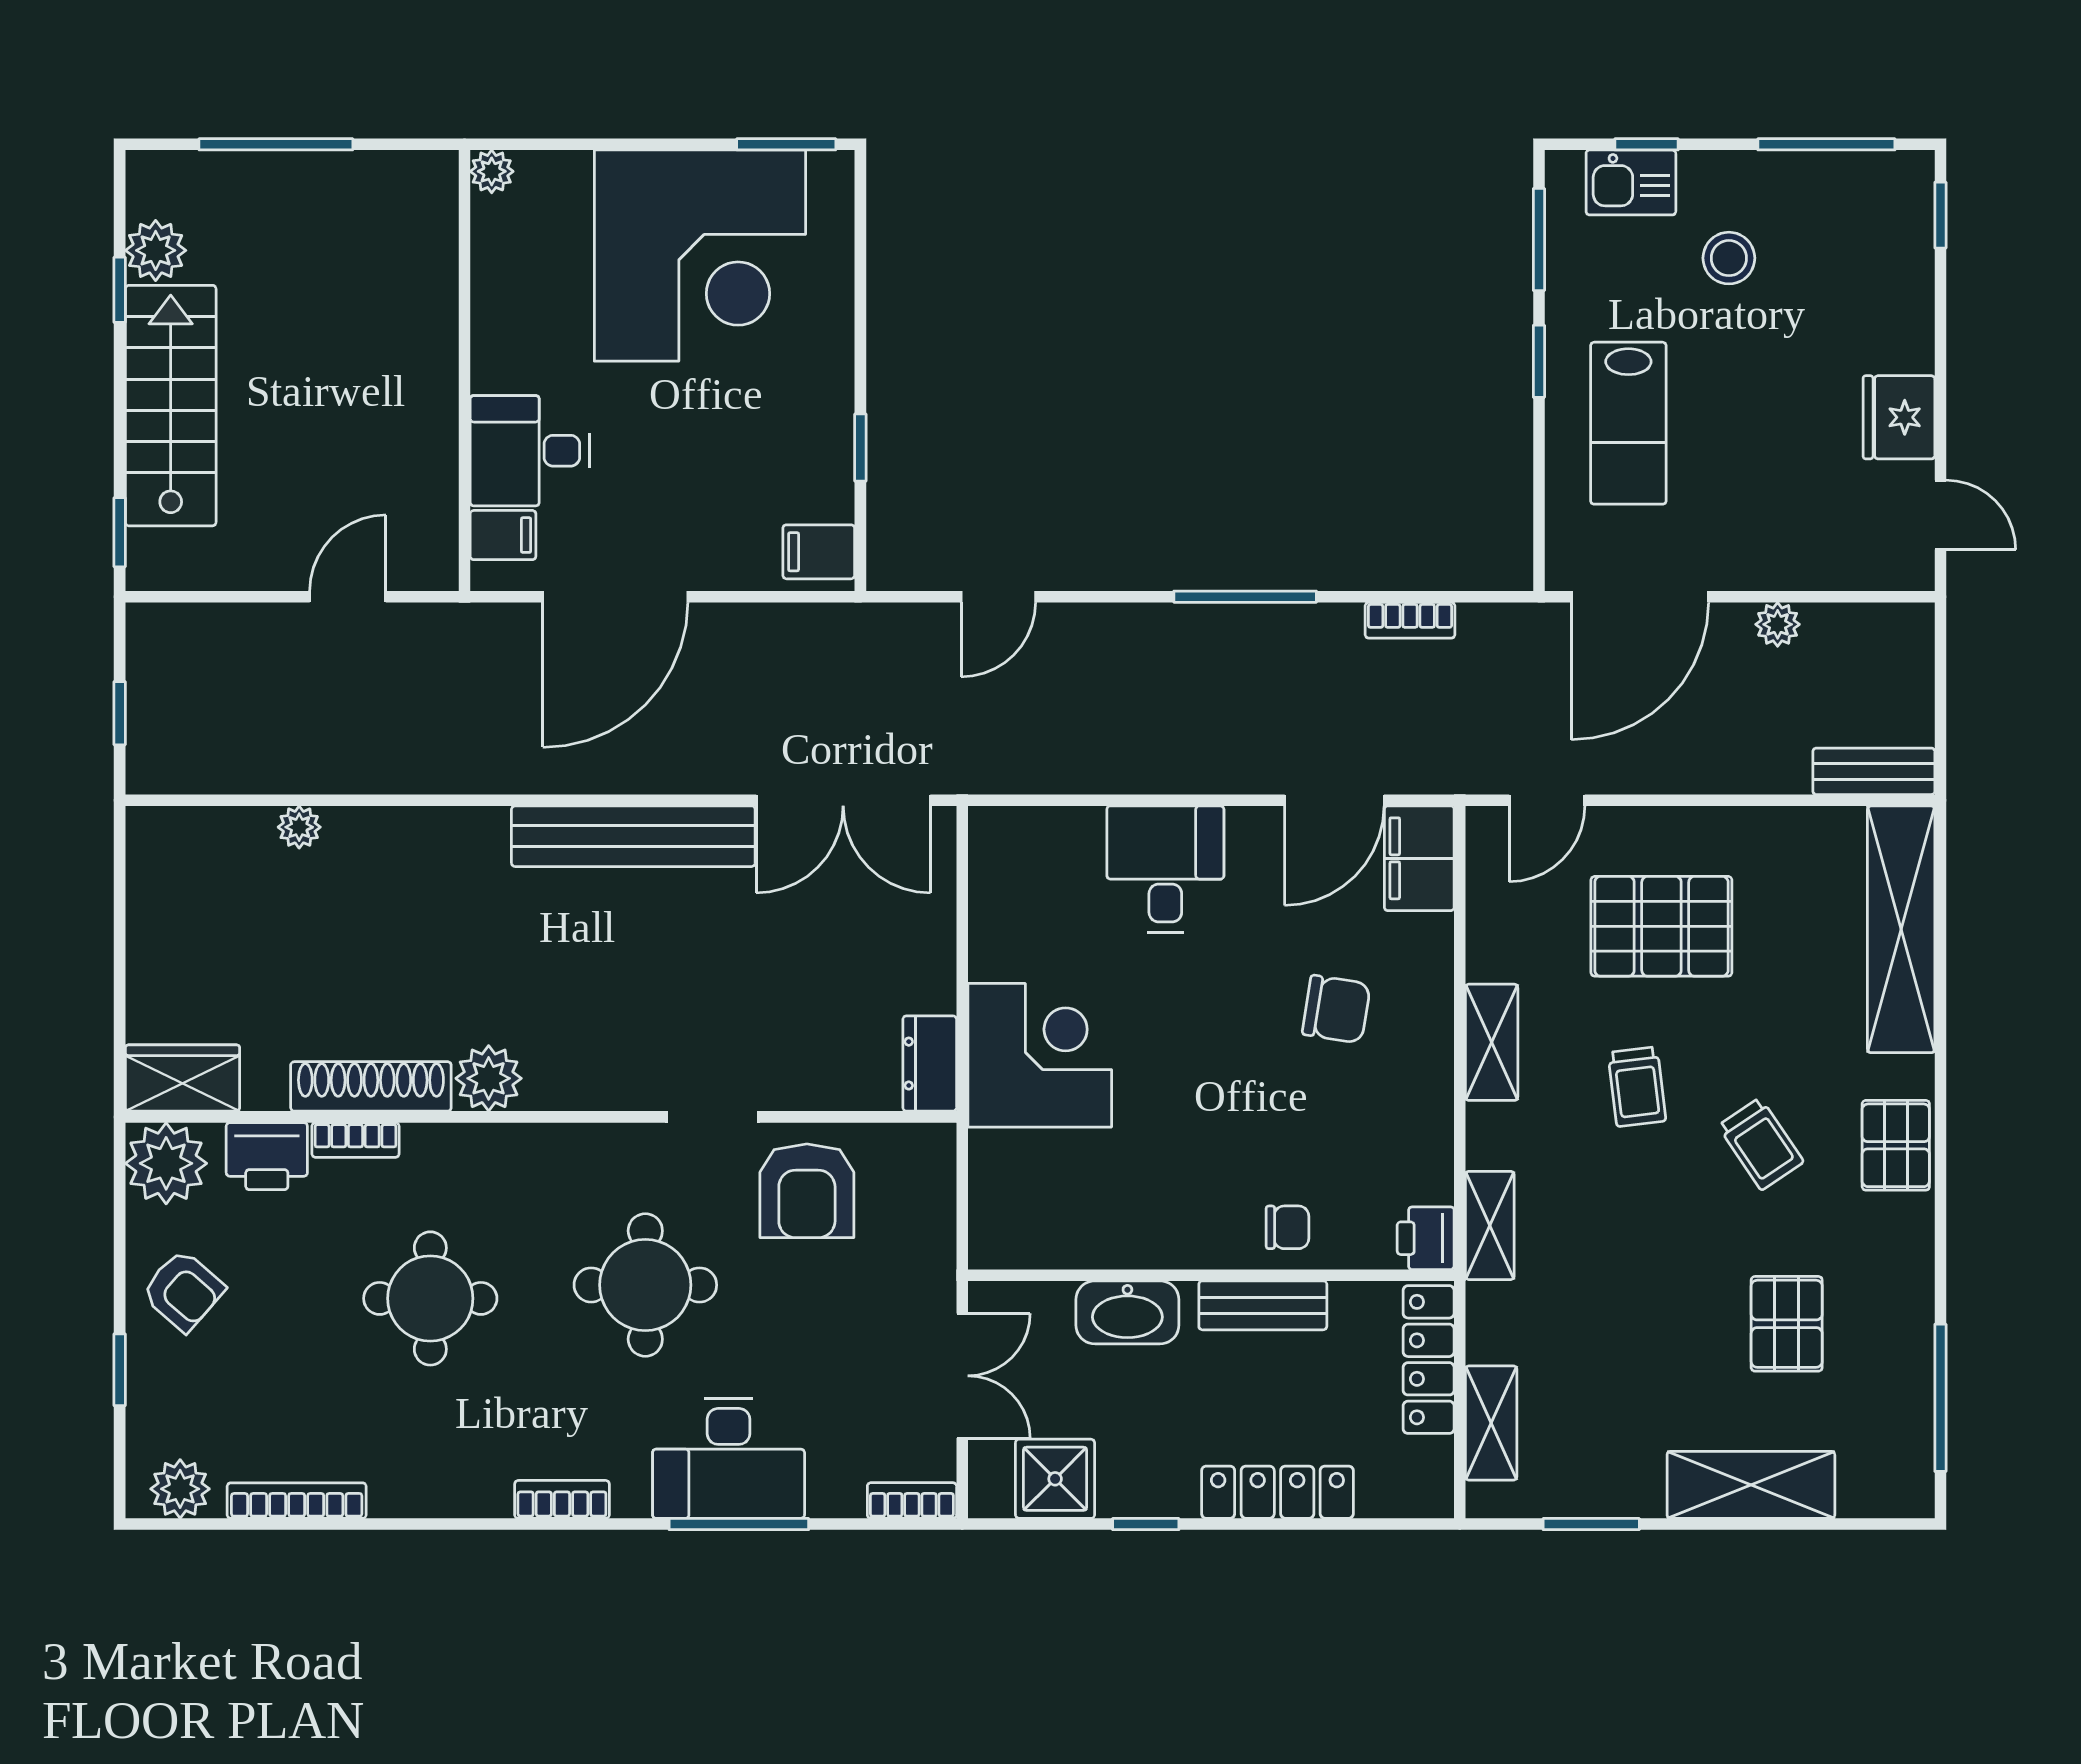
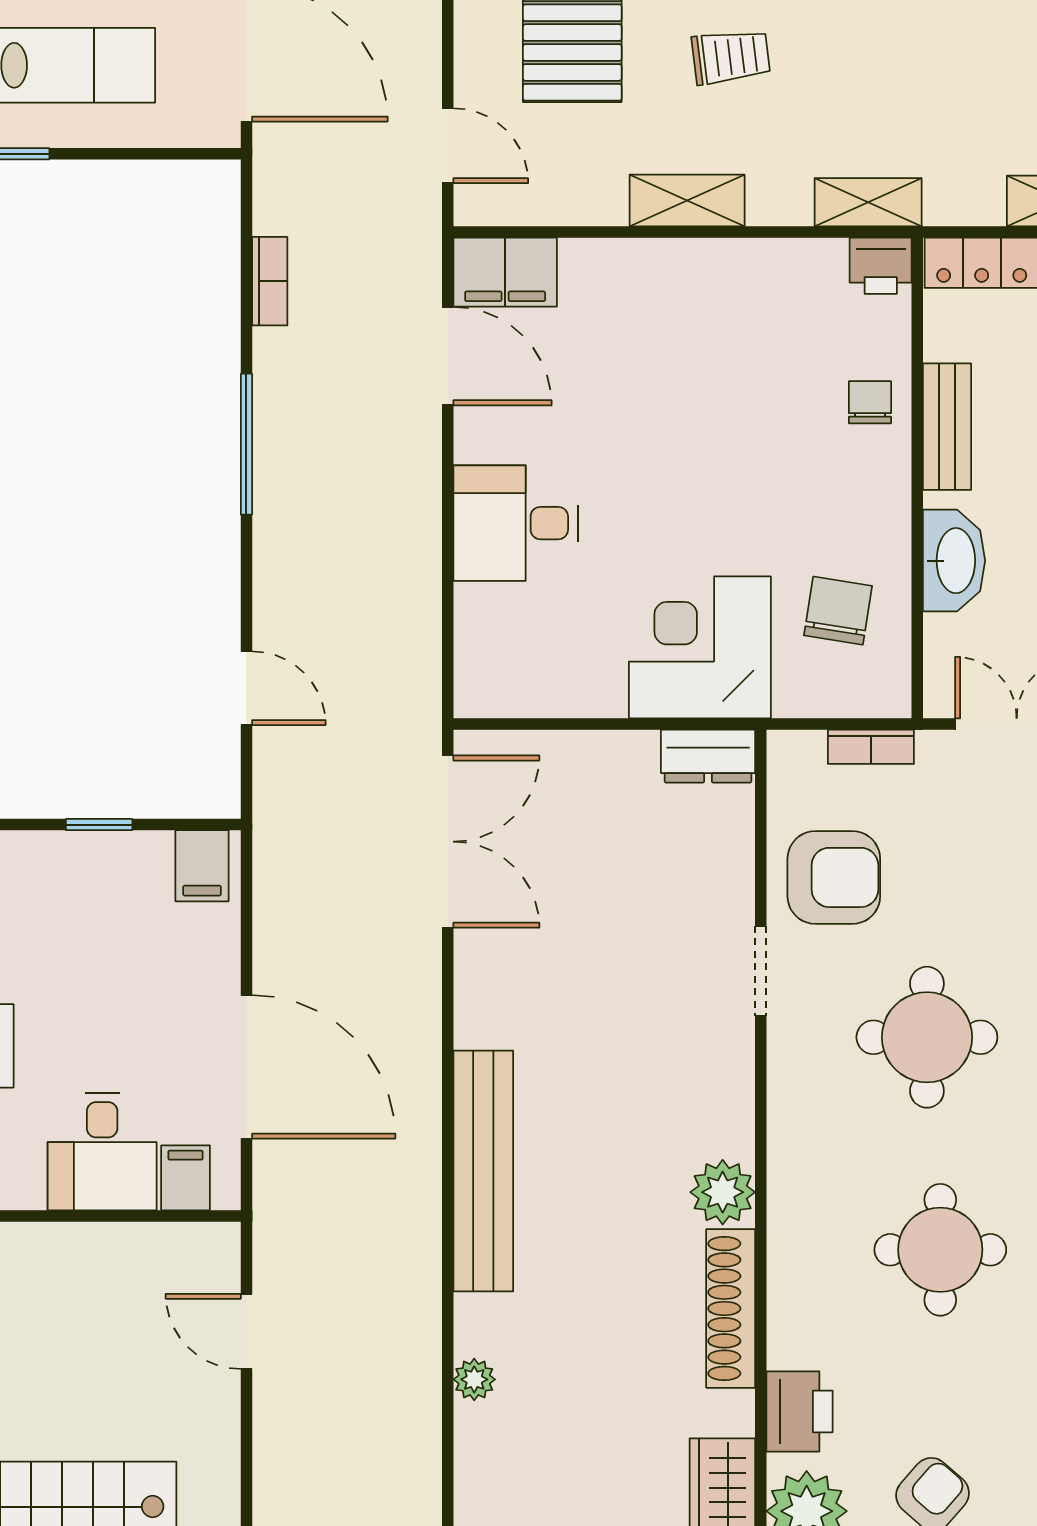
bench: (633, 836) -> (483, 1171), moved
chair: (1336, 1009) -> (838, 611), moved
bookcase: (355, 1140) -> (871, 747), moved, turned 90

